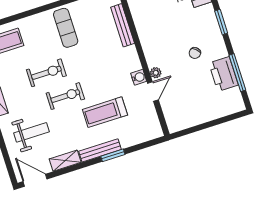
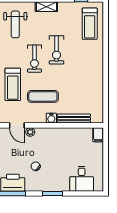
exercise mat: (66, 28) -> (43, 96), moved
water cooler: (139, 77) -> (51, 118), moved
treadmill: (105, 112) -> (13, 84), turned 180

